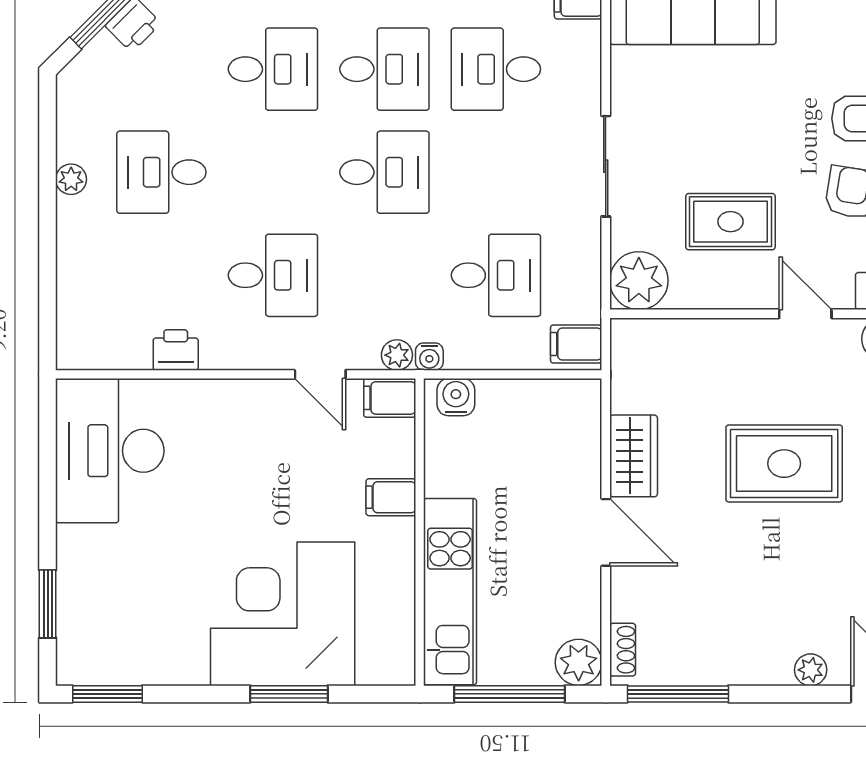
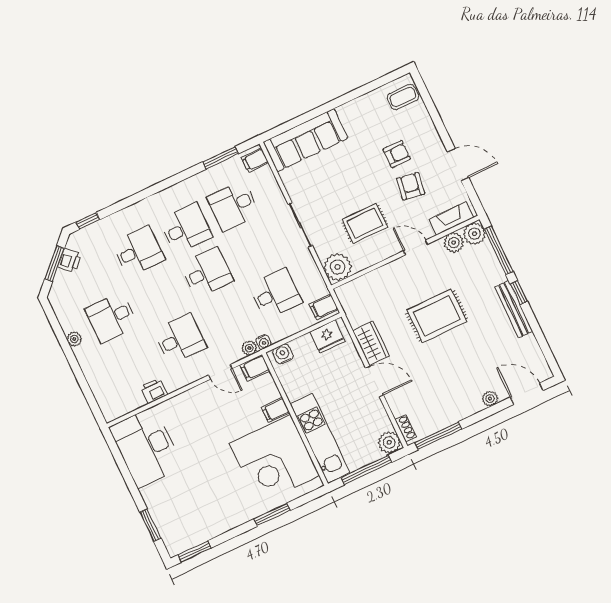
fridge: (557, 404) -> (328, 336), added
corner desk: (283, 614) -> (274, 460), moved, turned -90

